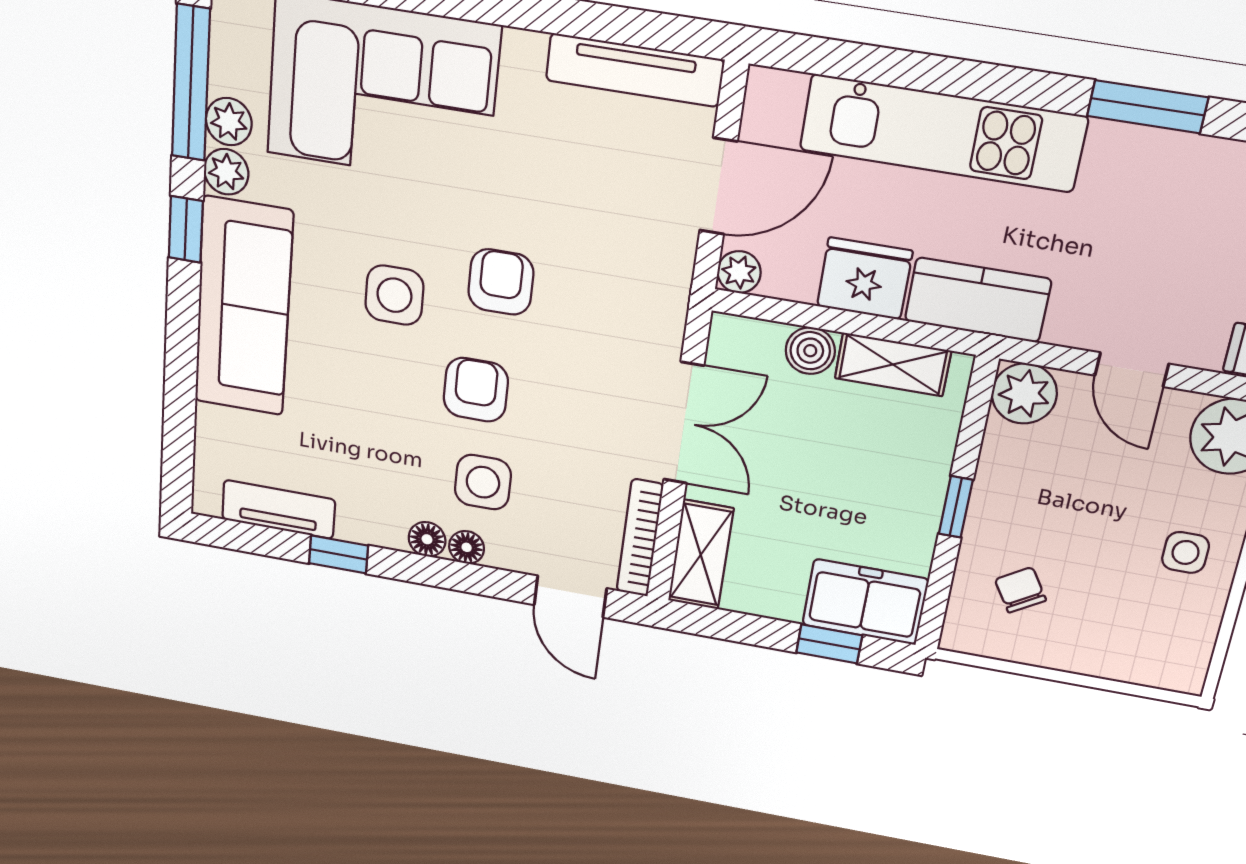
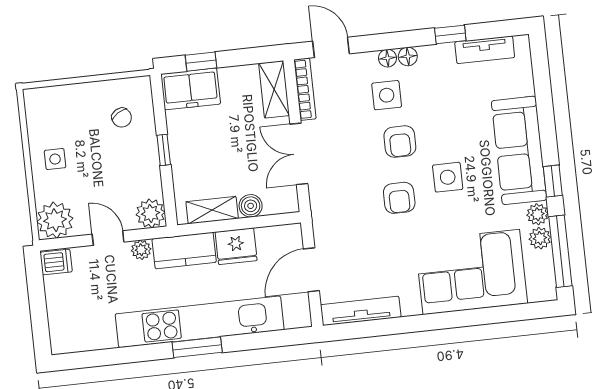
window: (1148, 107) -> (197, 347), moved
kitchen unit: (942, 133) -> (200, 322), width x1.36
plant: (739, 272) -> (141, 250), moved

